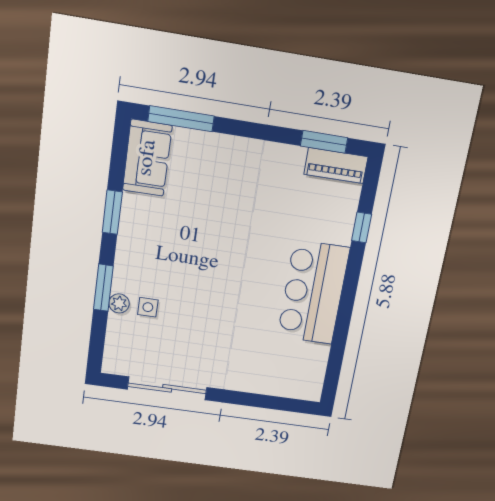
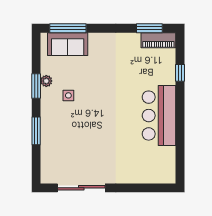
sofa: (147, 158) -> (68, 44), moved, turned 90
plant: (119, 303) -> (46, 81), moved
side table: (148, 307) -> (68, 95), moved

